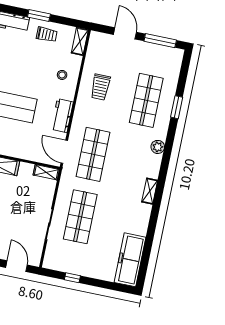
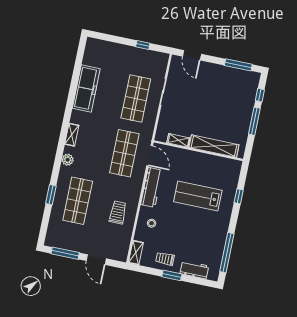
workbench: (62, 116) -> (152, 187), width x1.38
shelving: (46, 172) -> (179, 140), moved
shelving: (150, 191) -> (72, 135), moved
freezer: (130, 260) -> (86, 88), moved

